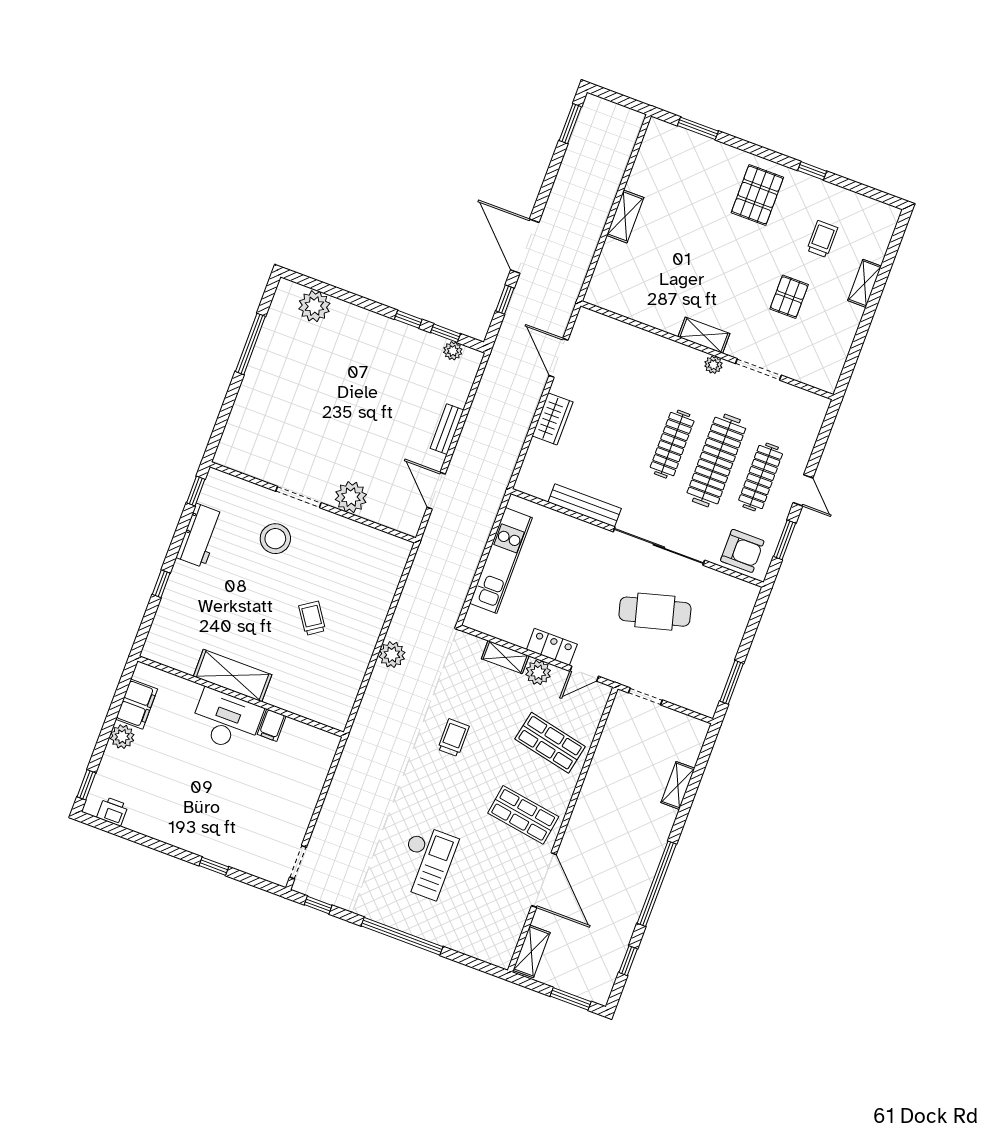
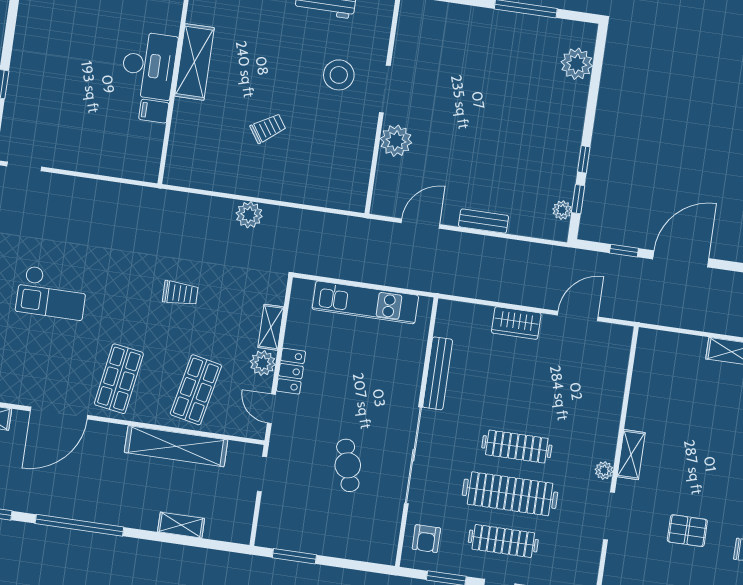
armchair: (742, 551) -> (426, 539), width x0.72, depth x0.72
cafe table: (655, 612) -> (348, 465), width x0.73, depth x0.74
shelving: (600, 774) -> (176, 446), added

